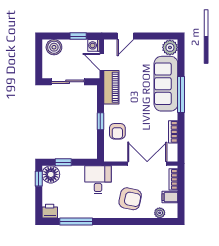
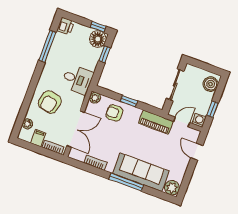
plant: (110, 156) -> (95, 98), added

